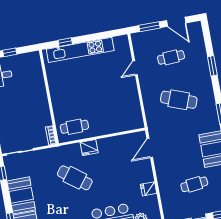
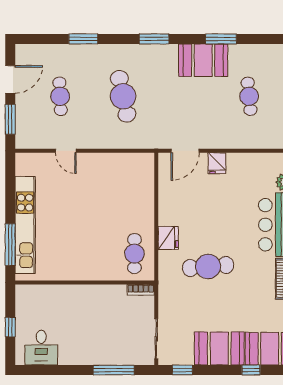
window: (65, 42) -> (10, 245), width x2.17
cafe table: (179, 100) -> (123, 96), turned -33
door: (150, 148) -> (185, 151), hinge flipped
cafe table: (75, 178) -> (208, 266), turned 48
fridge: (149, 189) -> (217, 163), moved

